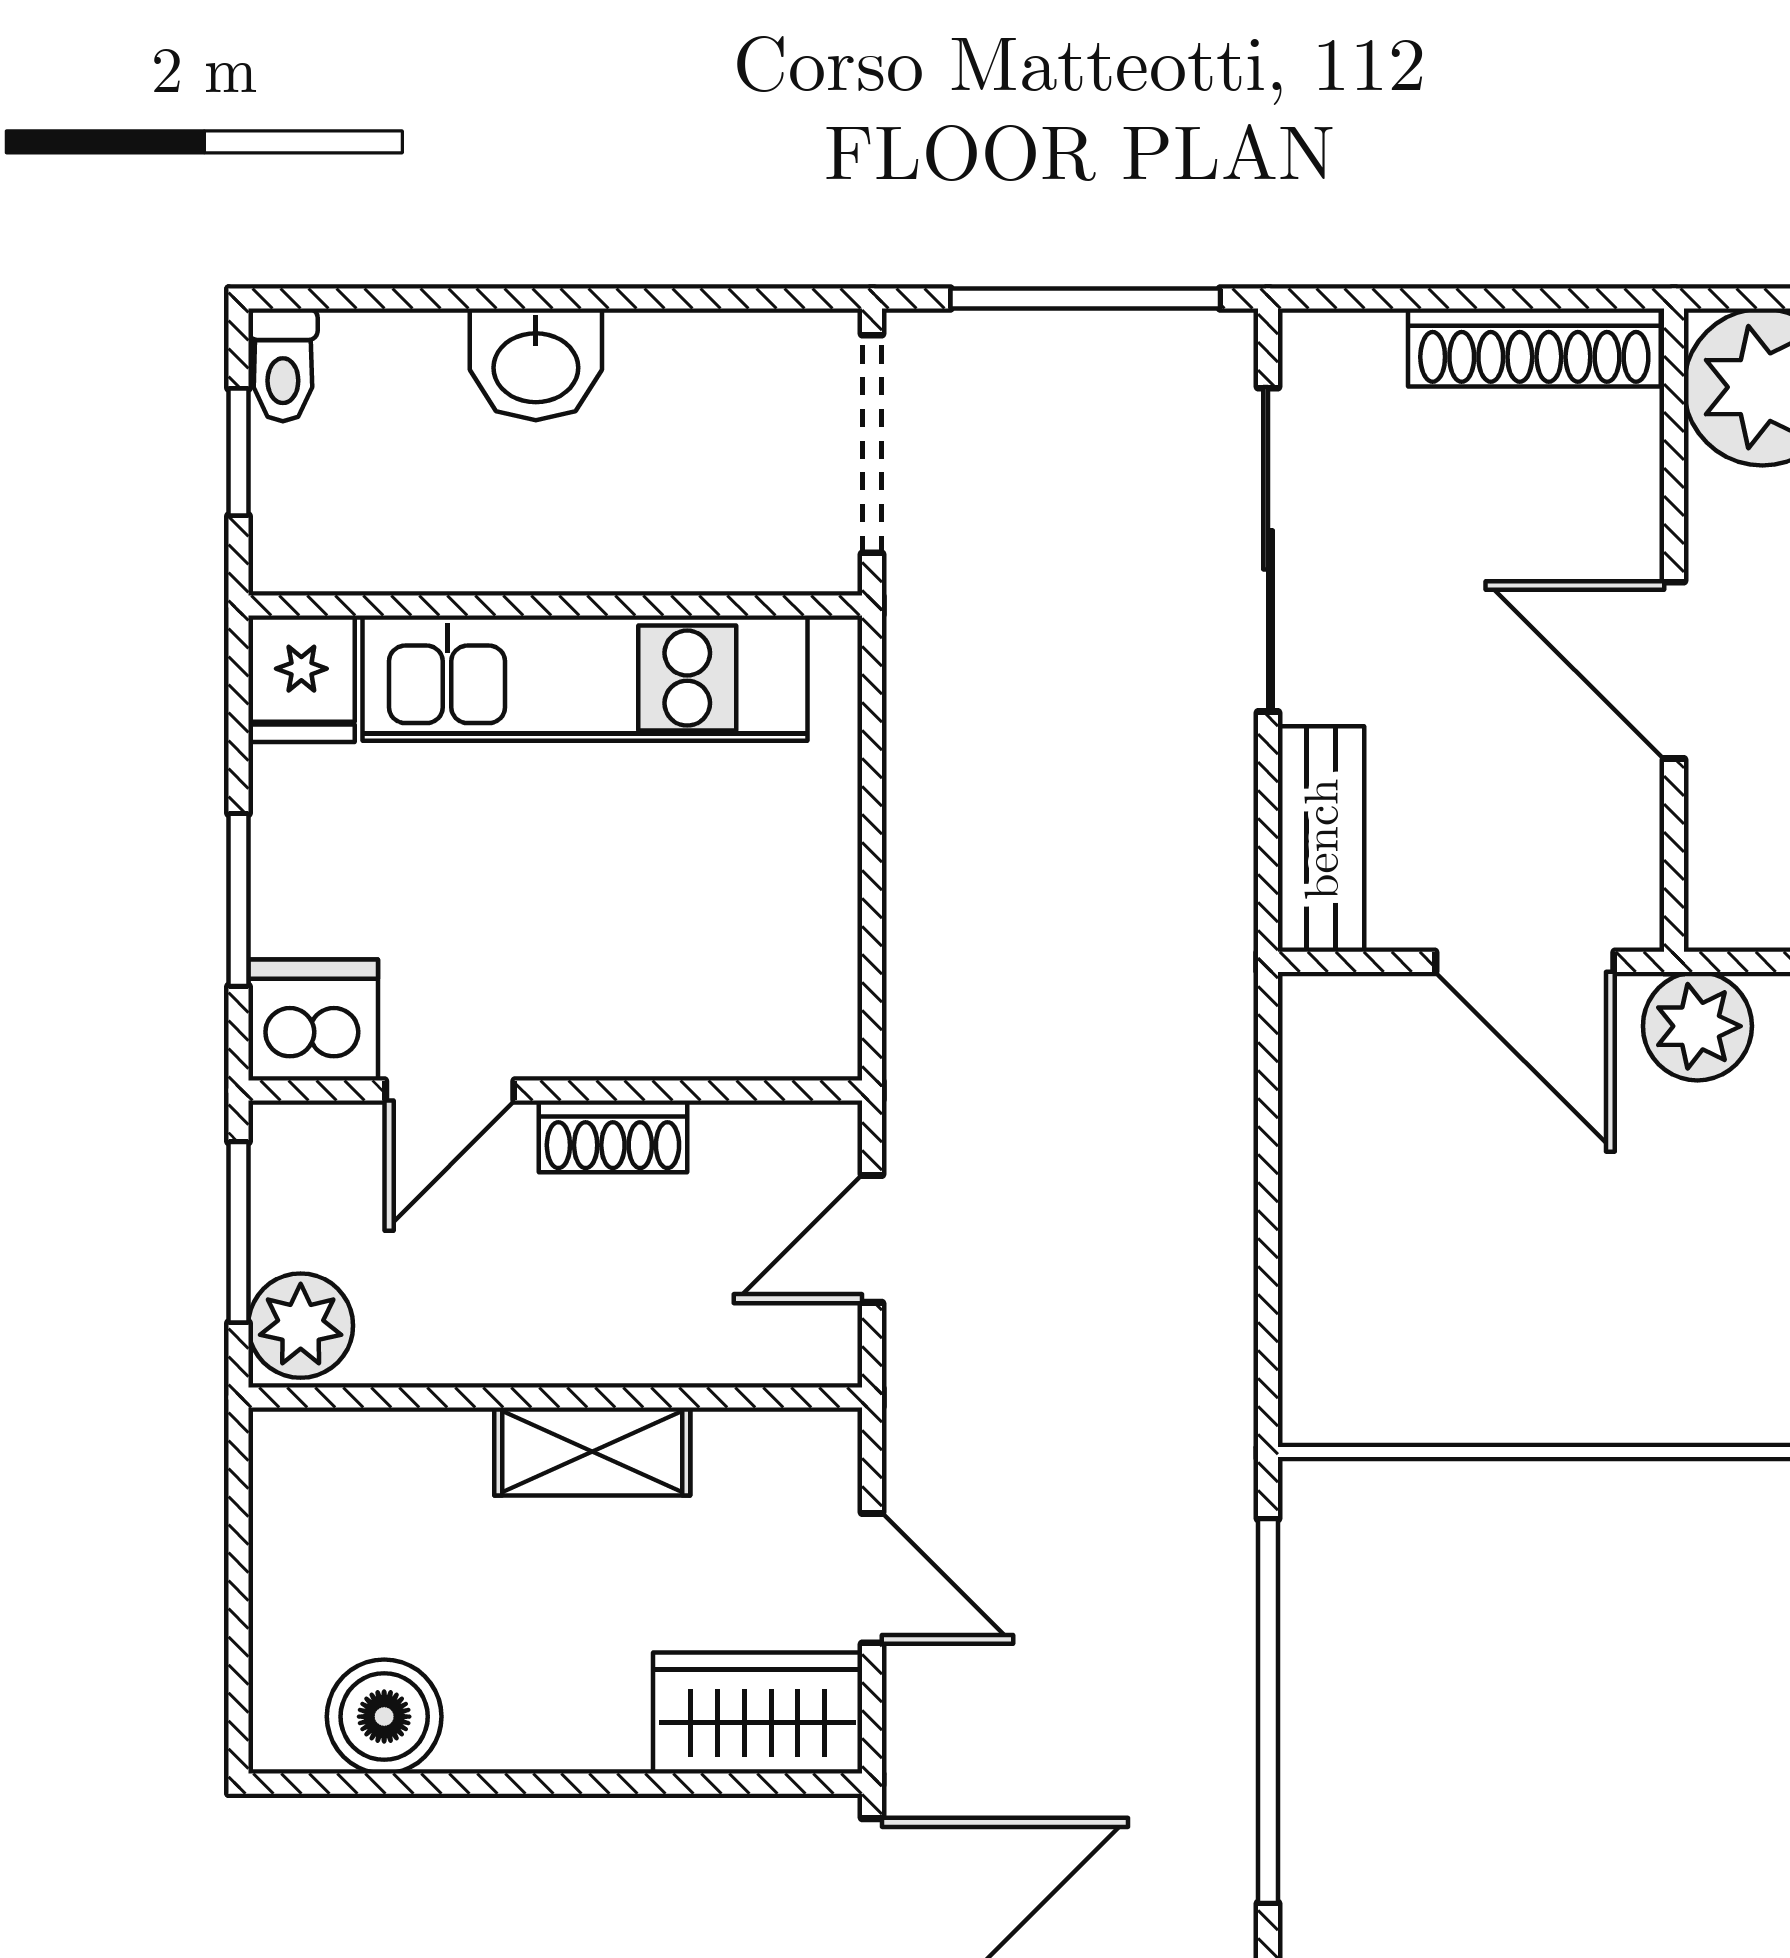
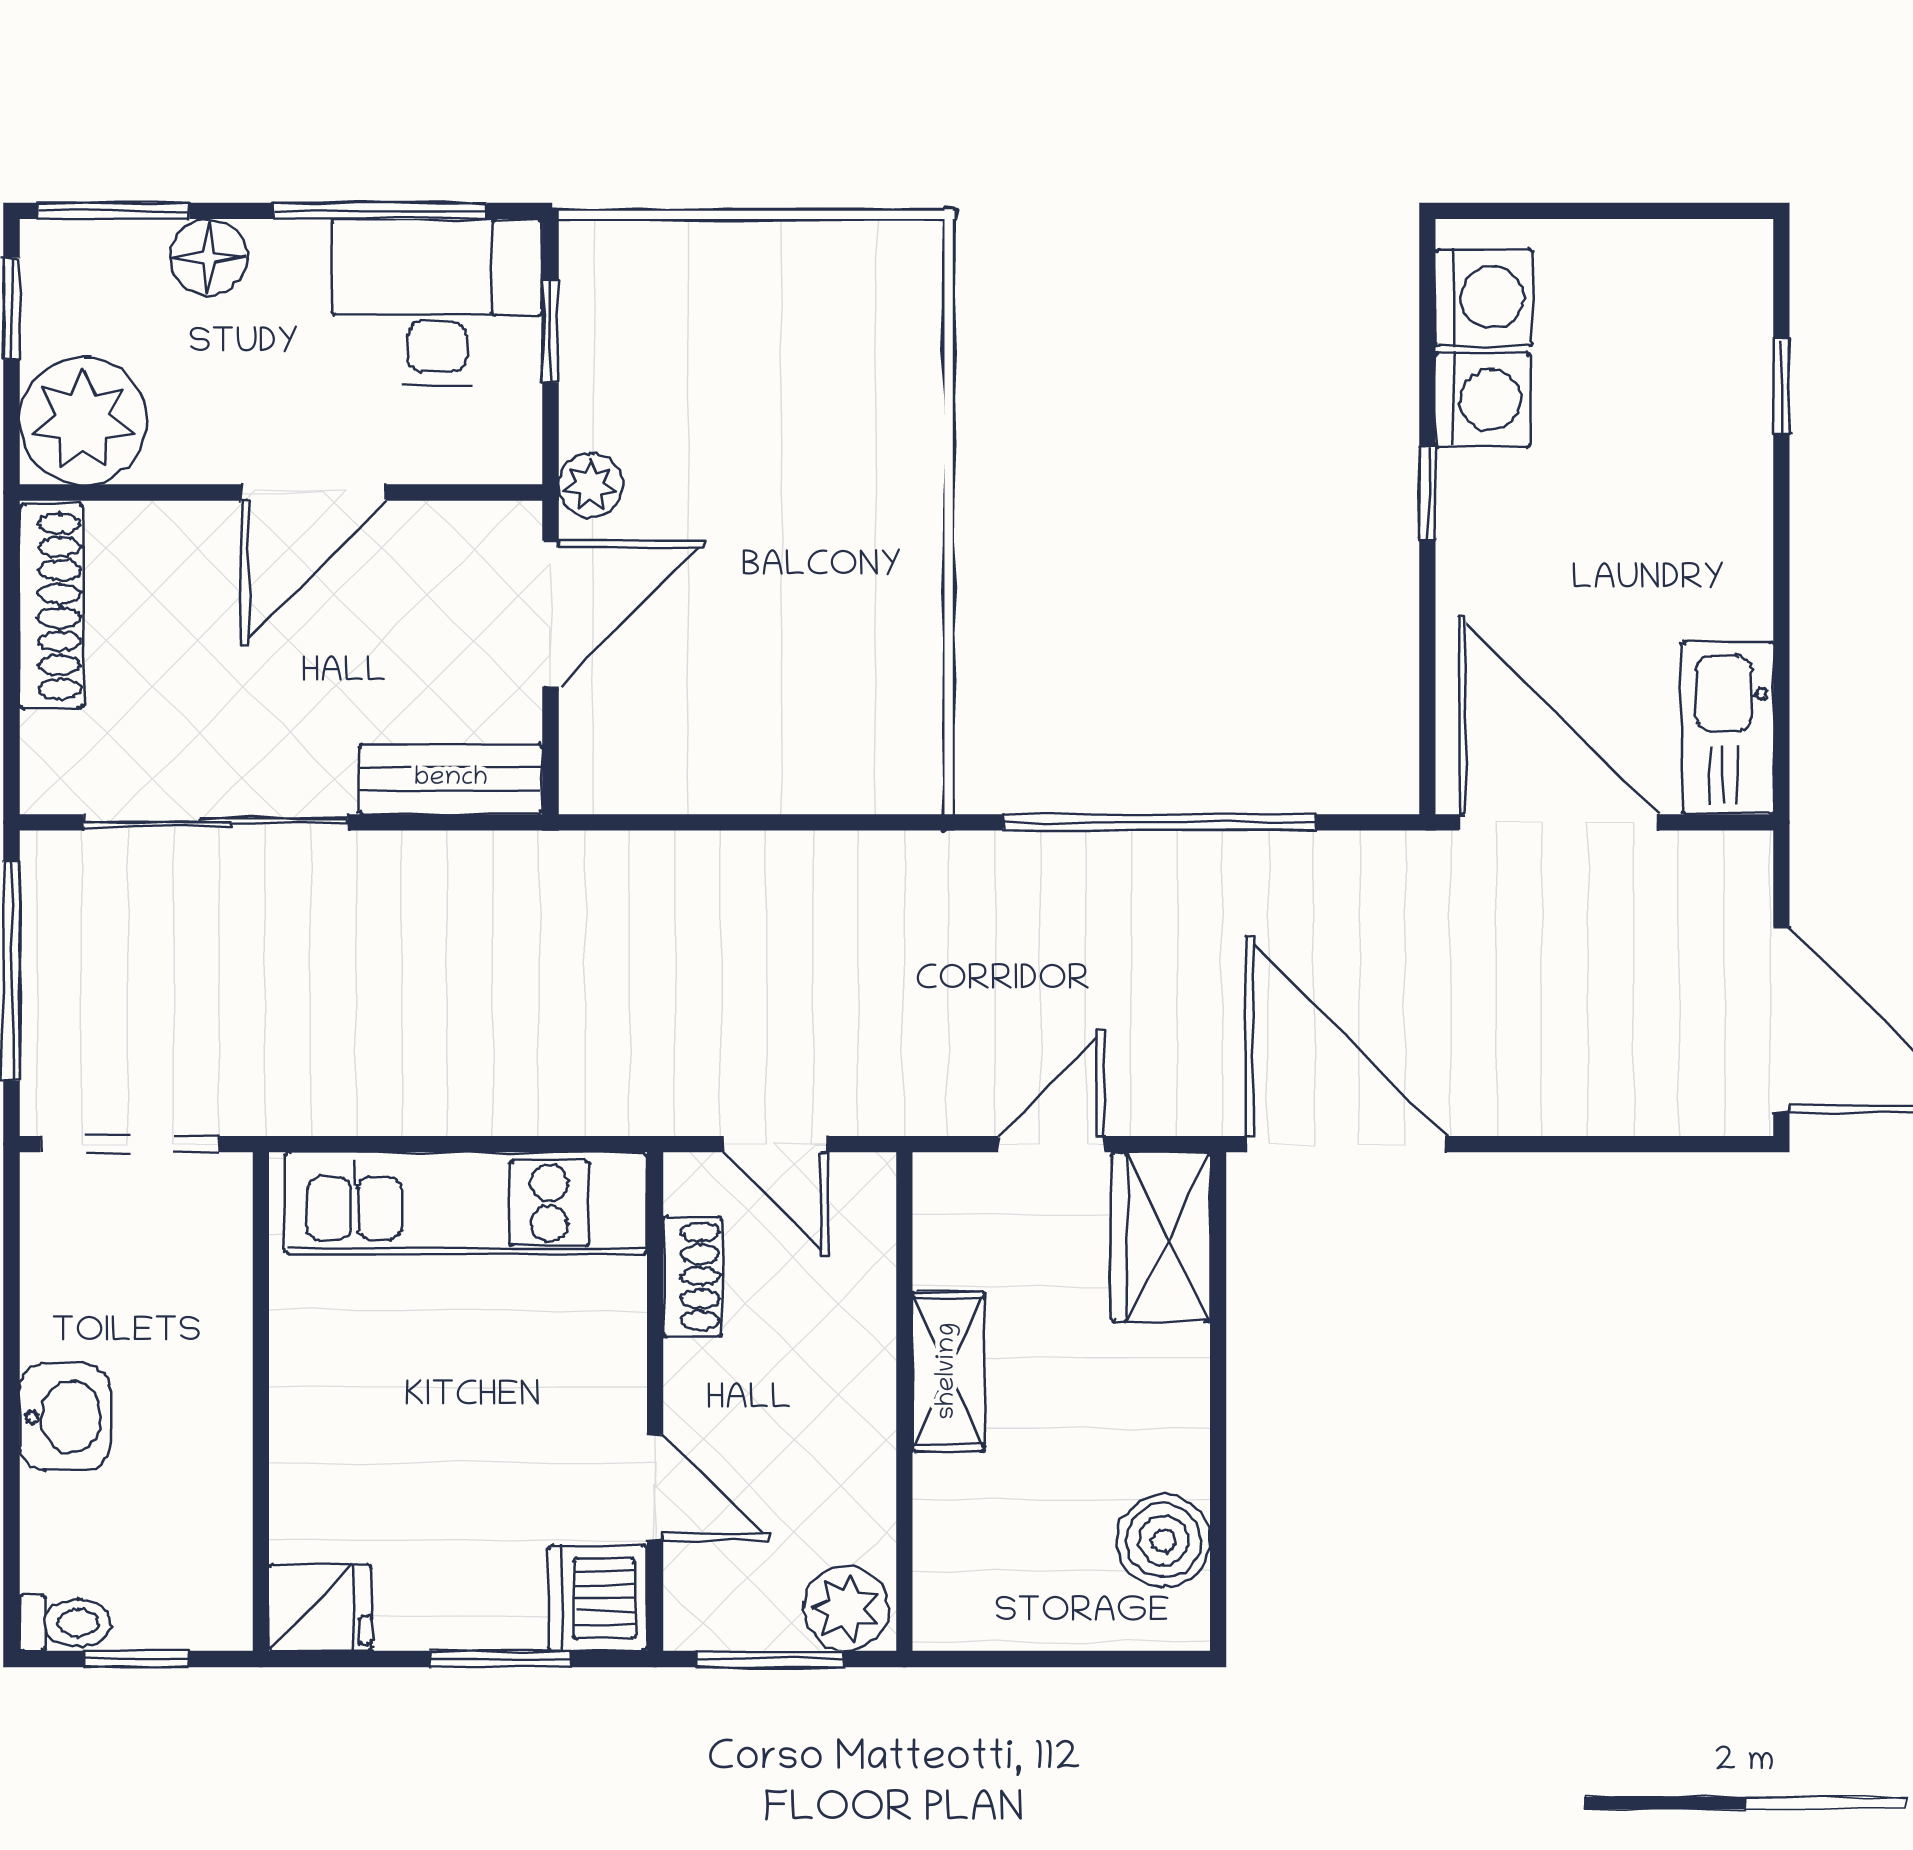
kitchen unit: (585, 678) -> (466, 1203), moved, turned 90
plant: (1697, 1026) -> (591, 485), width x0.73, depth x0.73
shoe rack: (613, 1136) -> (692, 1276), moved

